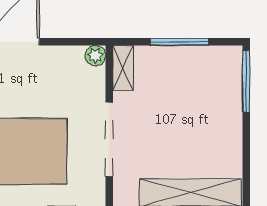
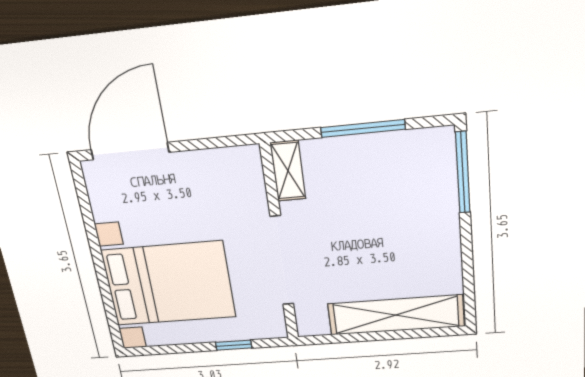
plant: (95, 56) -> (248, 158), removed

